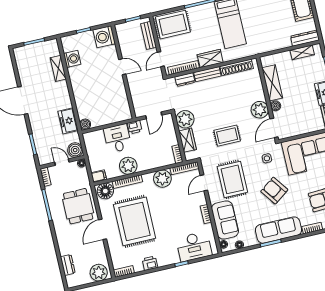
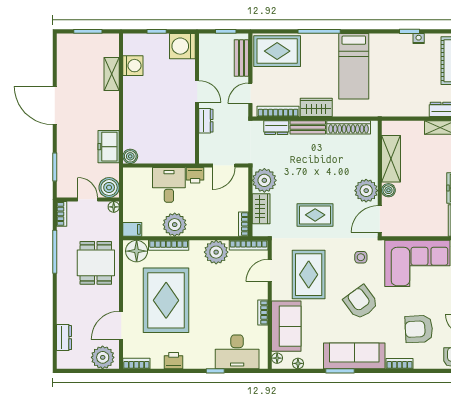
dresser: (133, 86) -> (206, 121), added
door: (103, 229) -> (121, 325), moved

